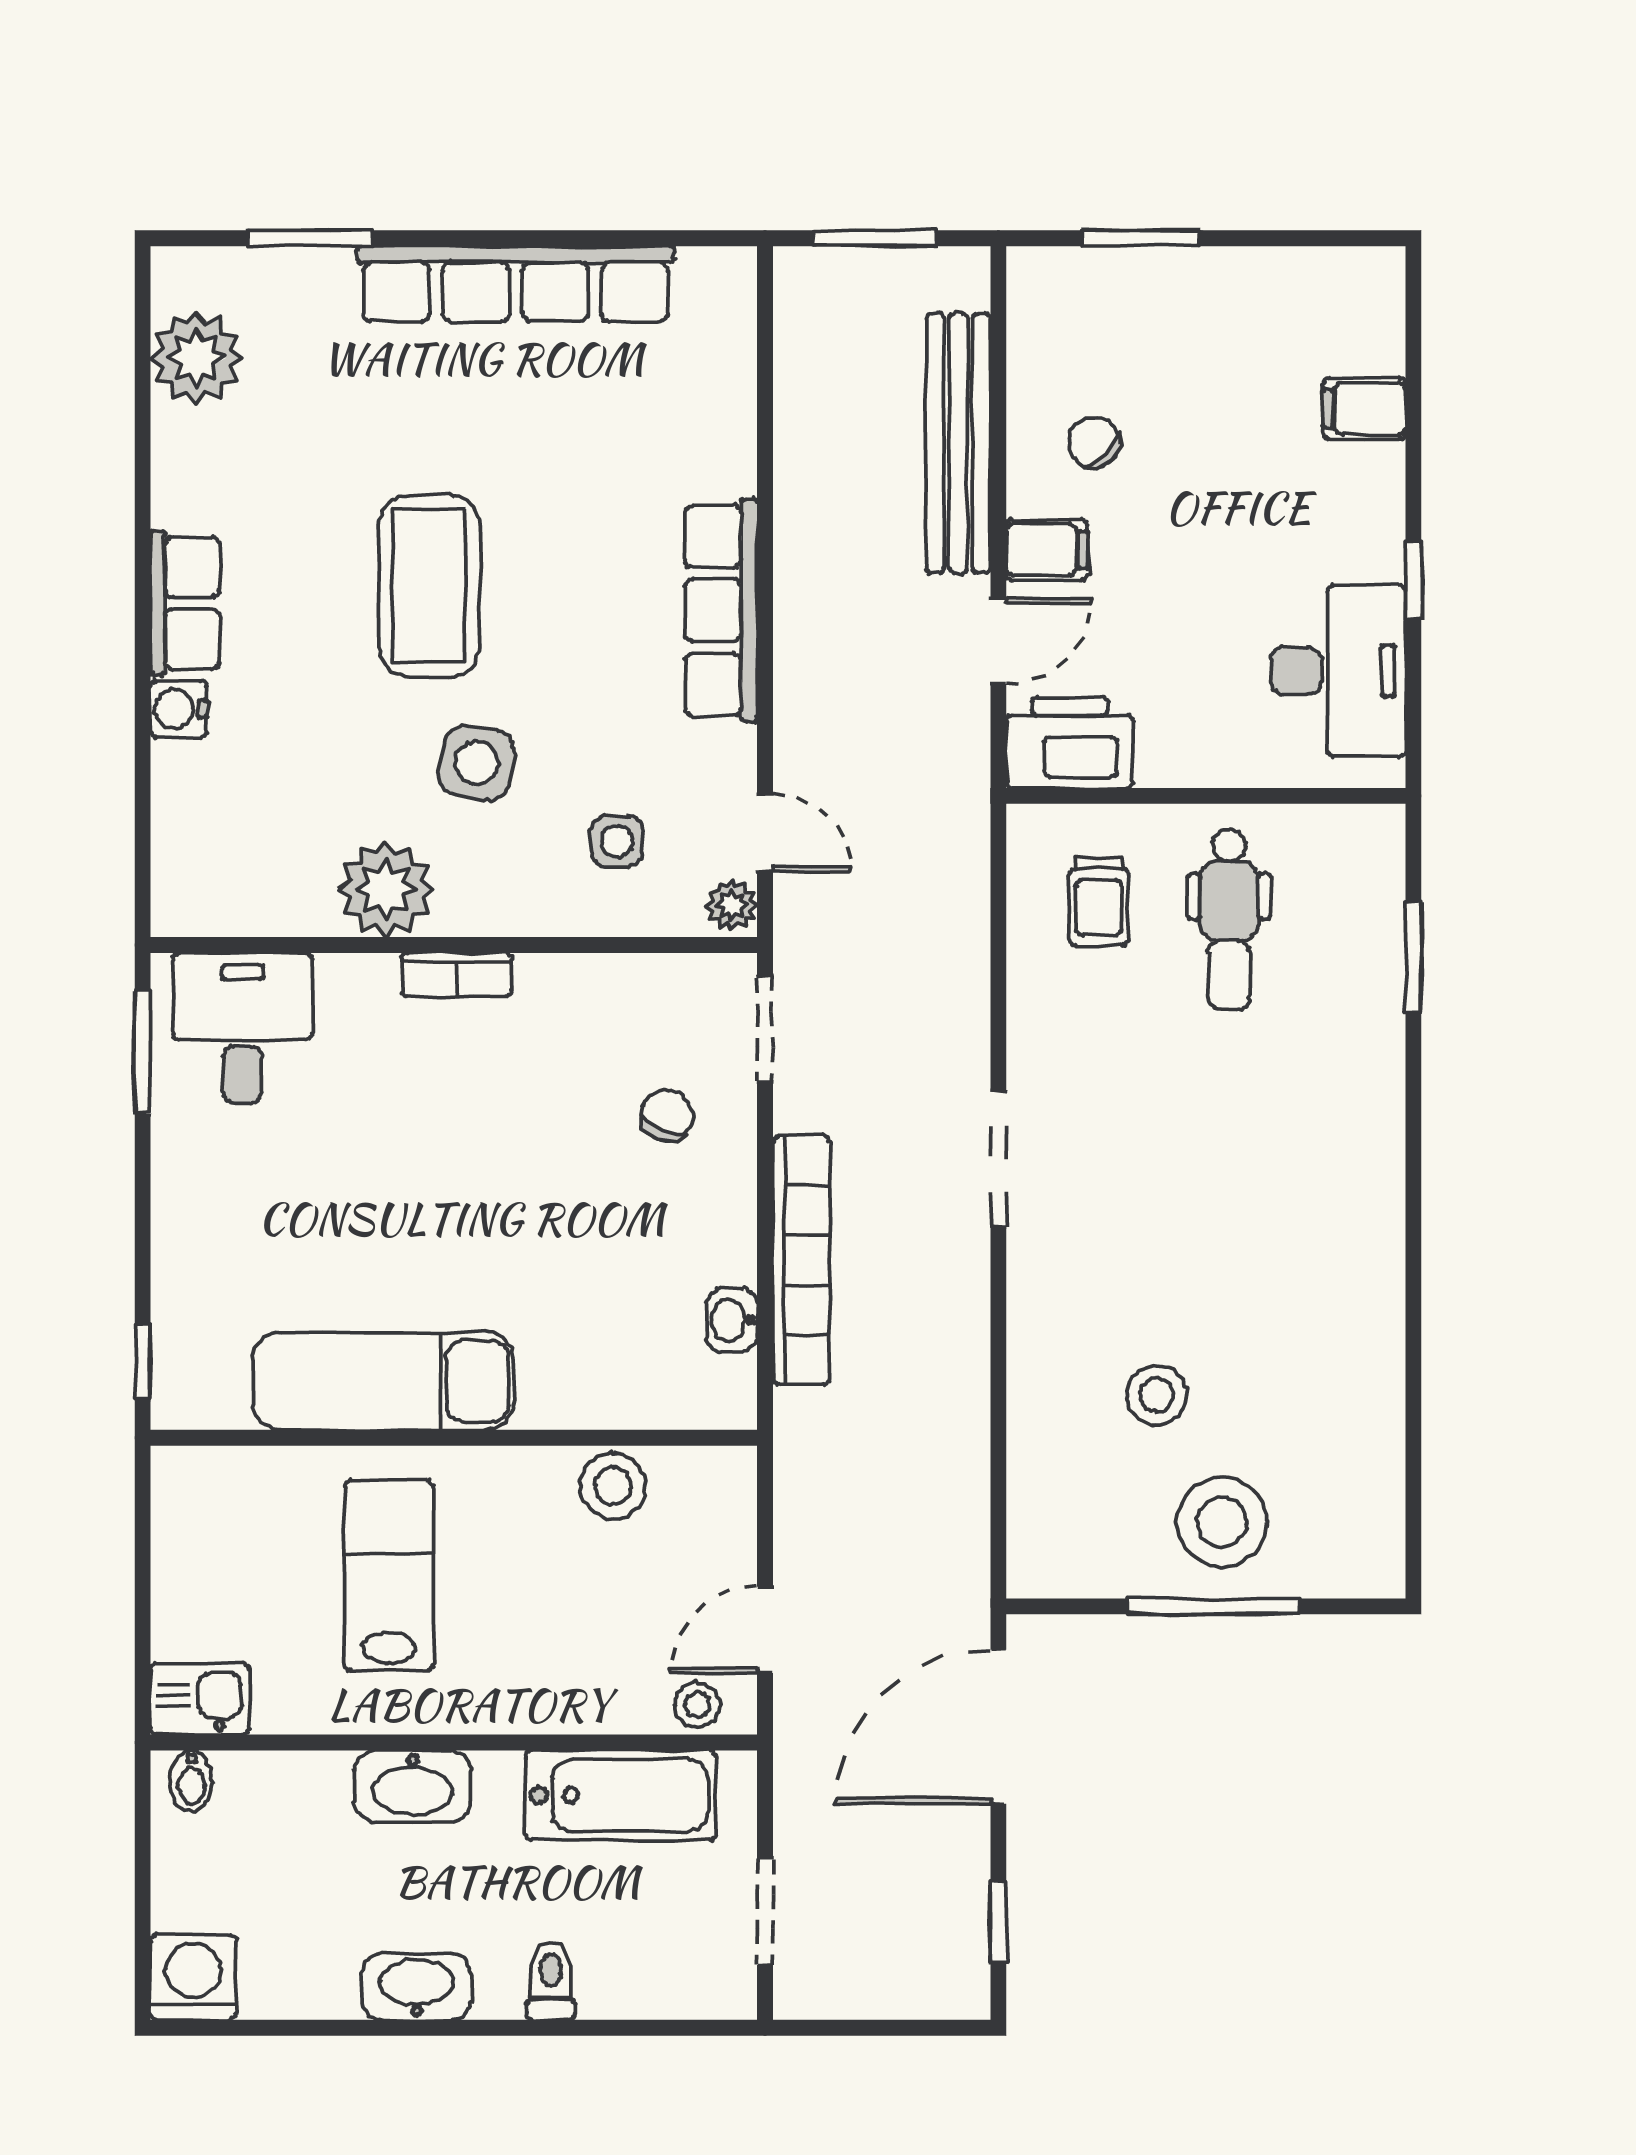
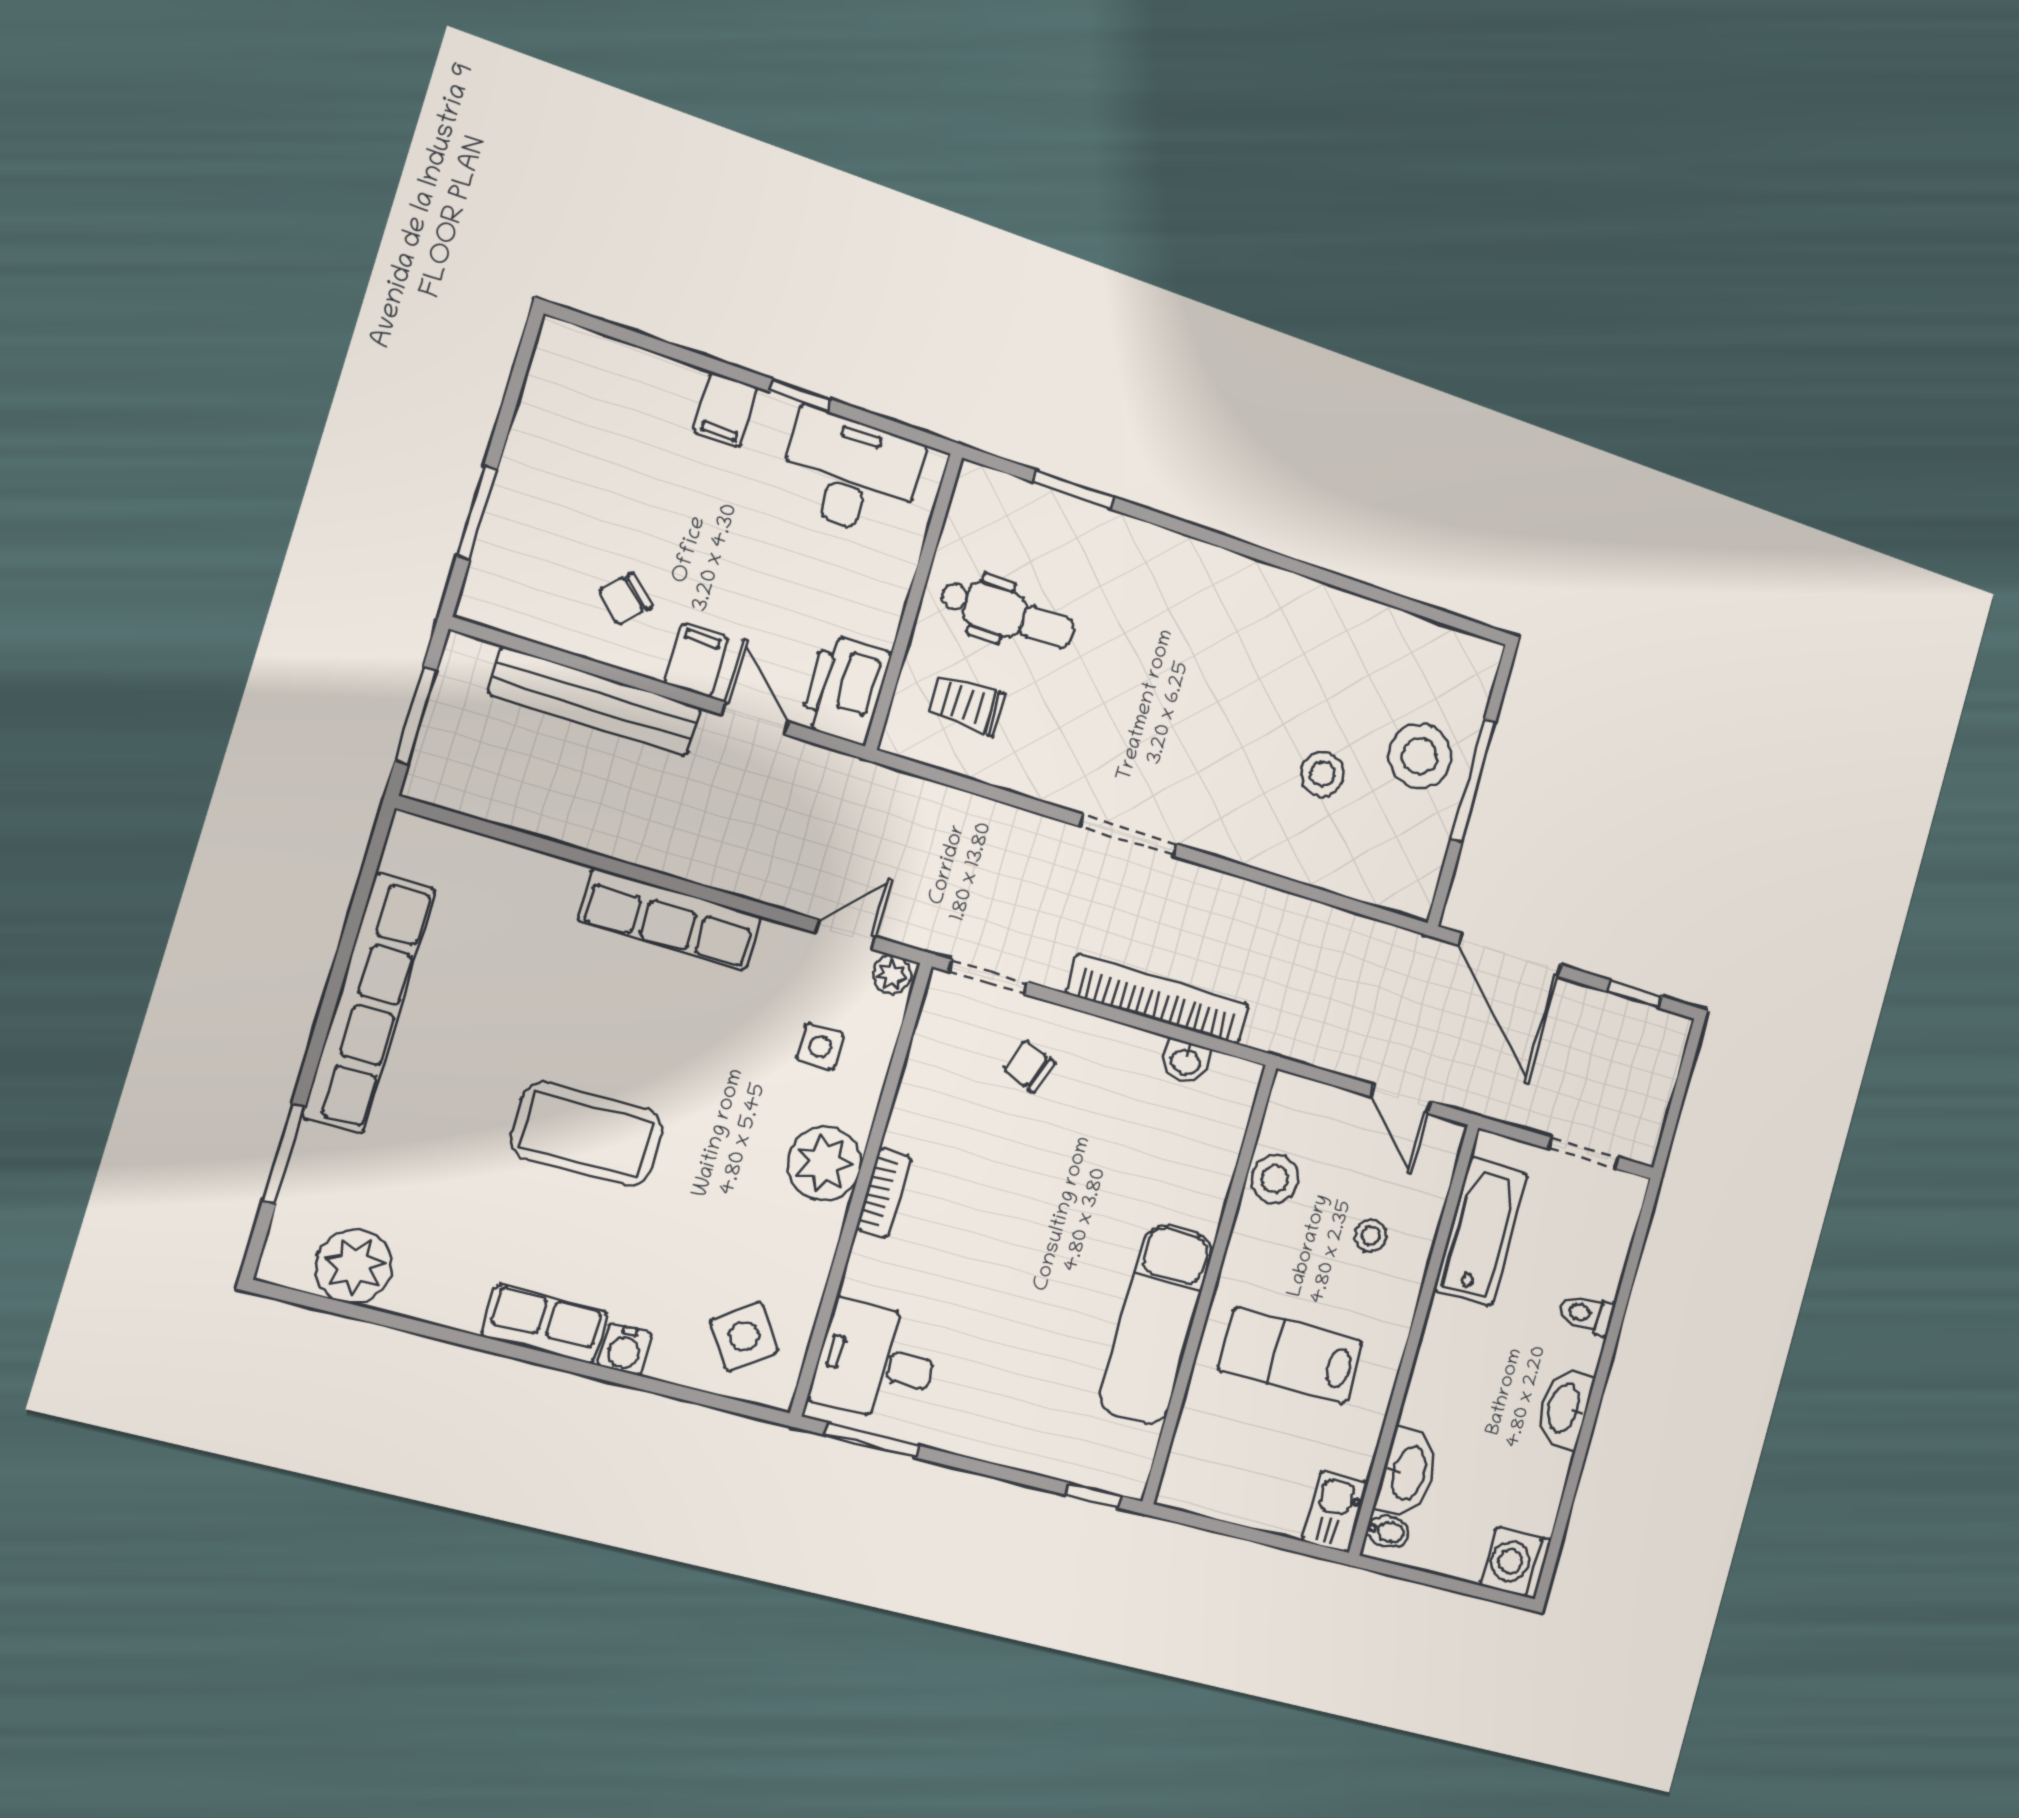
filing cabinet: (1364, 409) -> (725, 410), moved
side table: (476, 763) -> (744, 1336), moved, turned 45
plant: (386, 889) -> (824, 1163), moved
trolley: (1099, 901) -> (967, 705), turned 180
stool: (697, 1705) -> (1371, 1236), moved
washbasin: (413, 1786) -> (1408, 1473), moved

